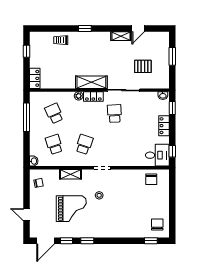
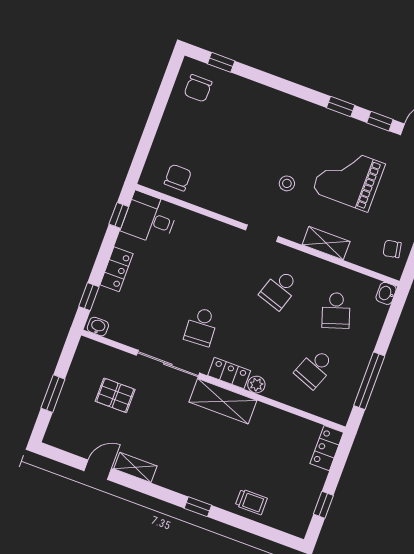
school desk: (54, 113) -> (315, 369), turned 45

